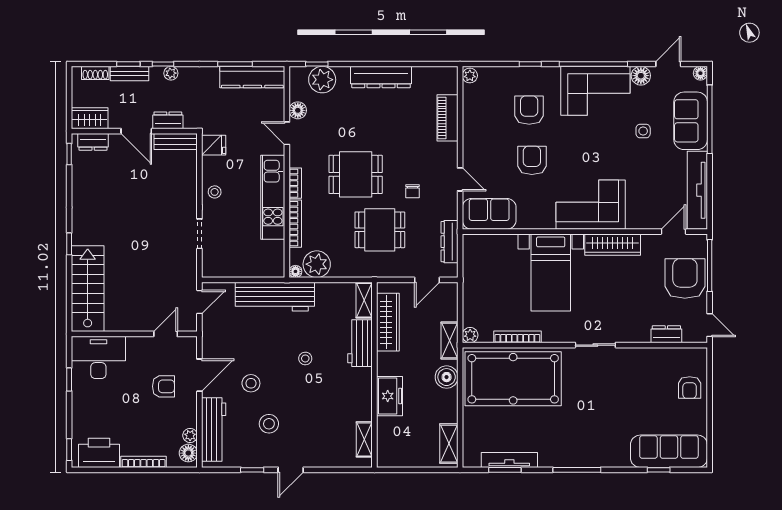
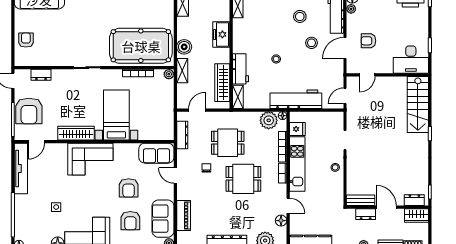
sofa: (691, 121) -> (163, 219), moved, turned 180
fridge: (214, 145) -> (297, 129), moved, turned 180

